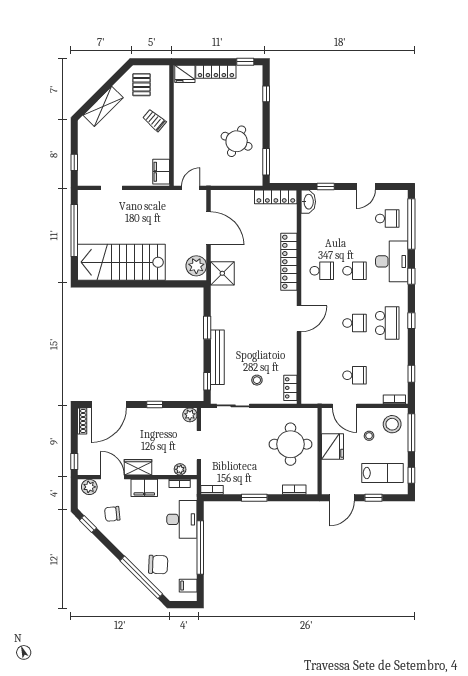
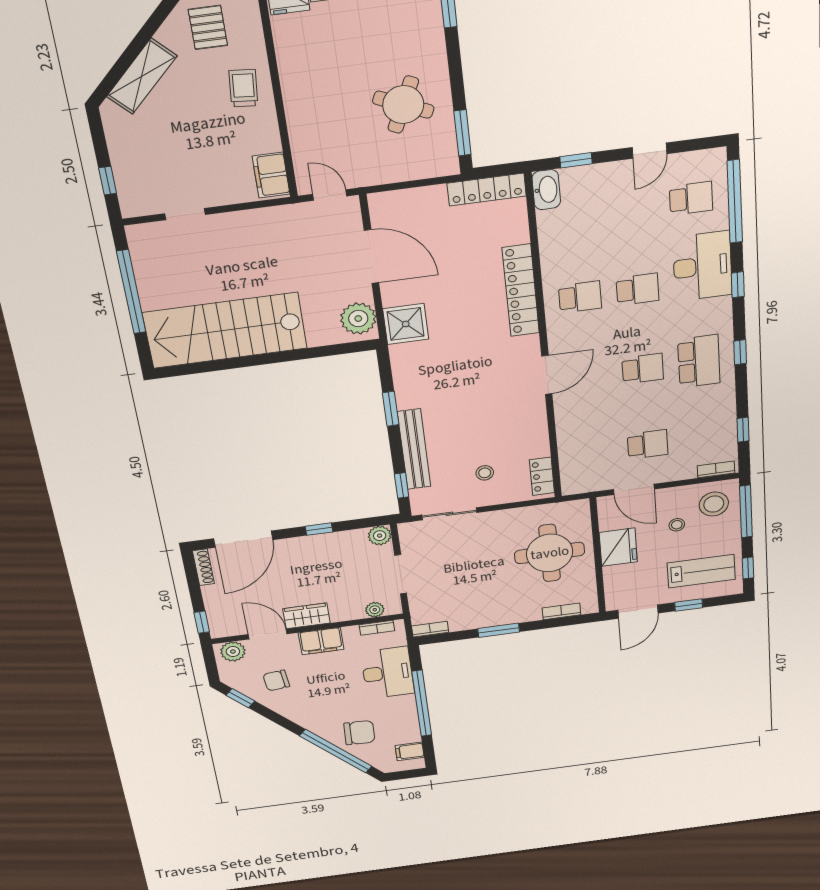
trolley: (154, 120) -> (243, 88), turned 55
door: (191, 188) -> (330, 195), hinge flipped

